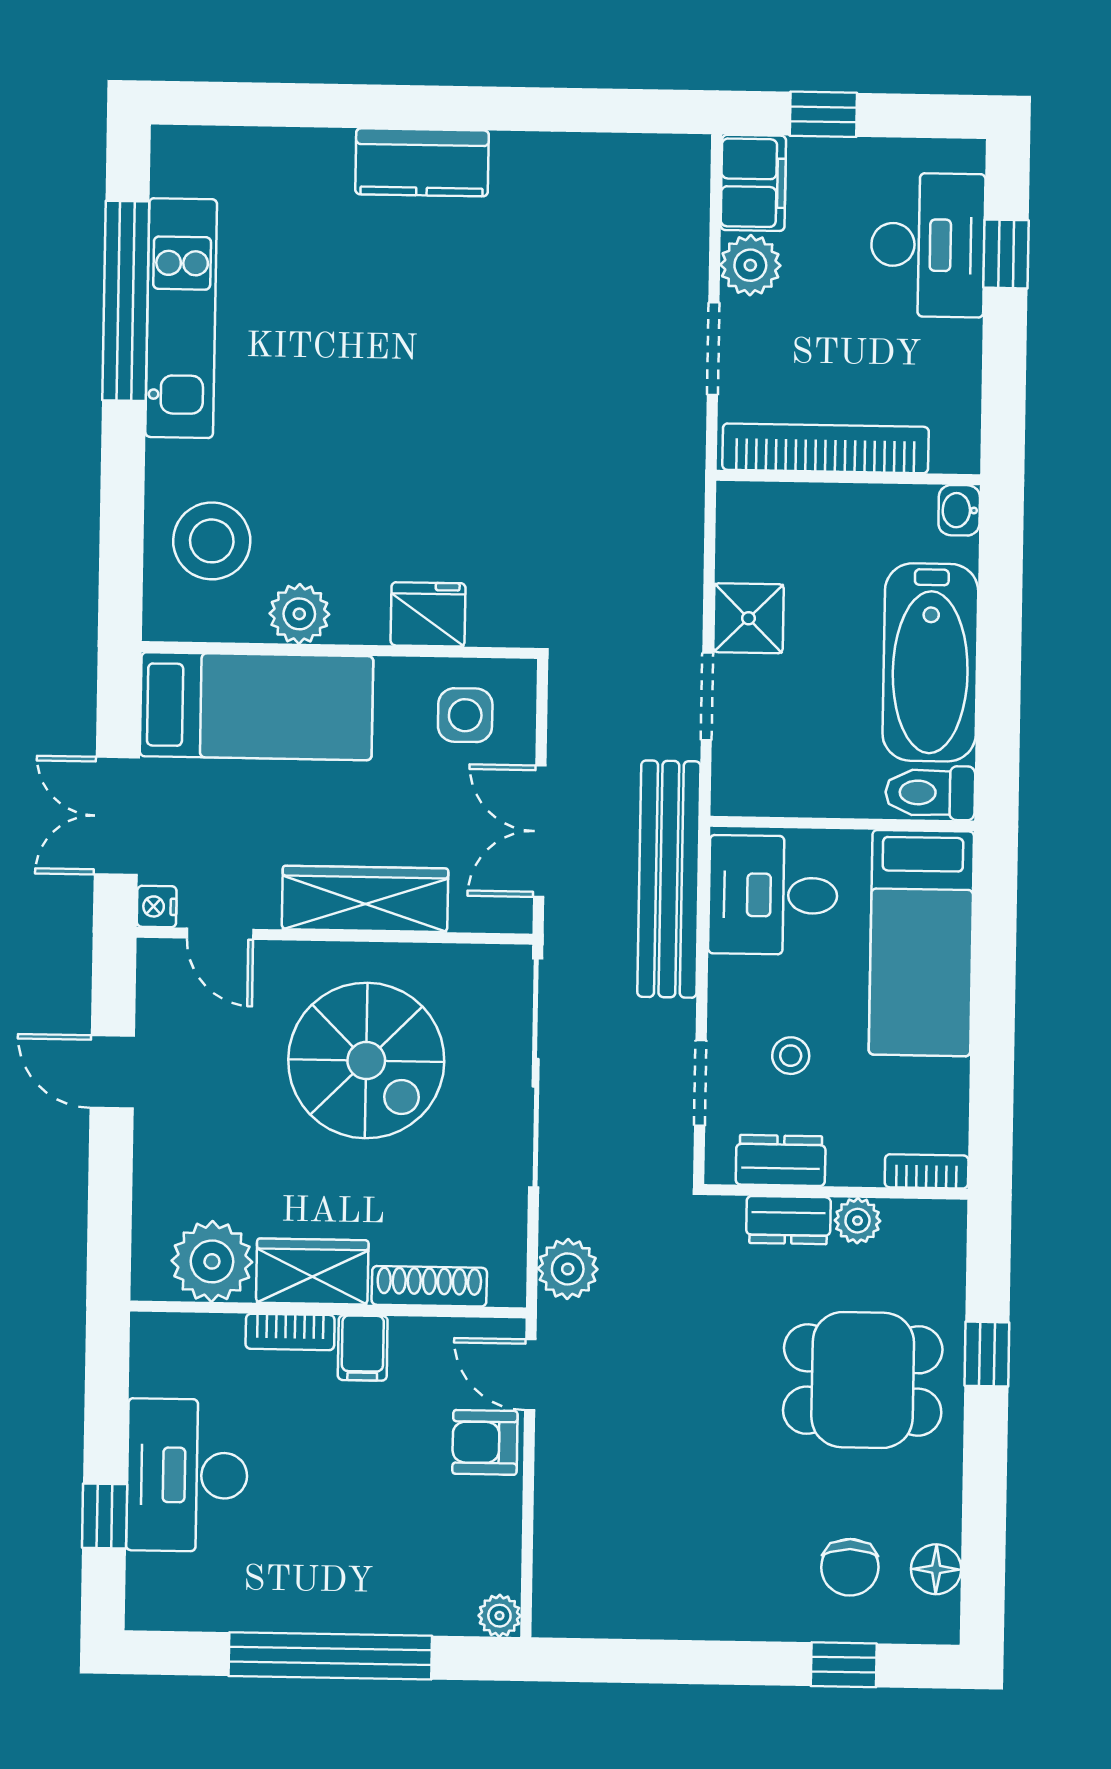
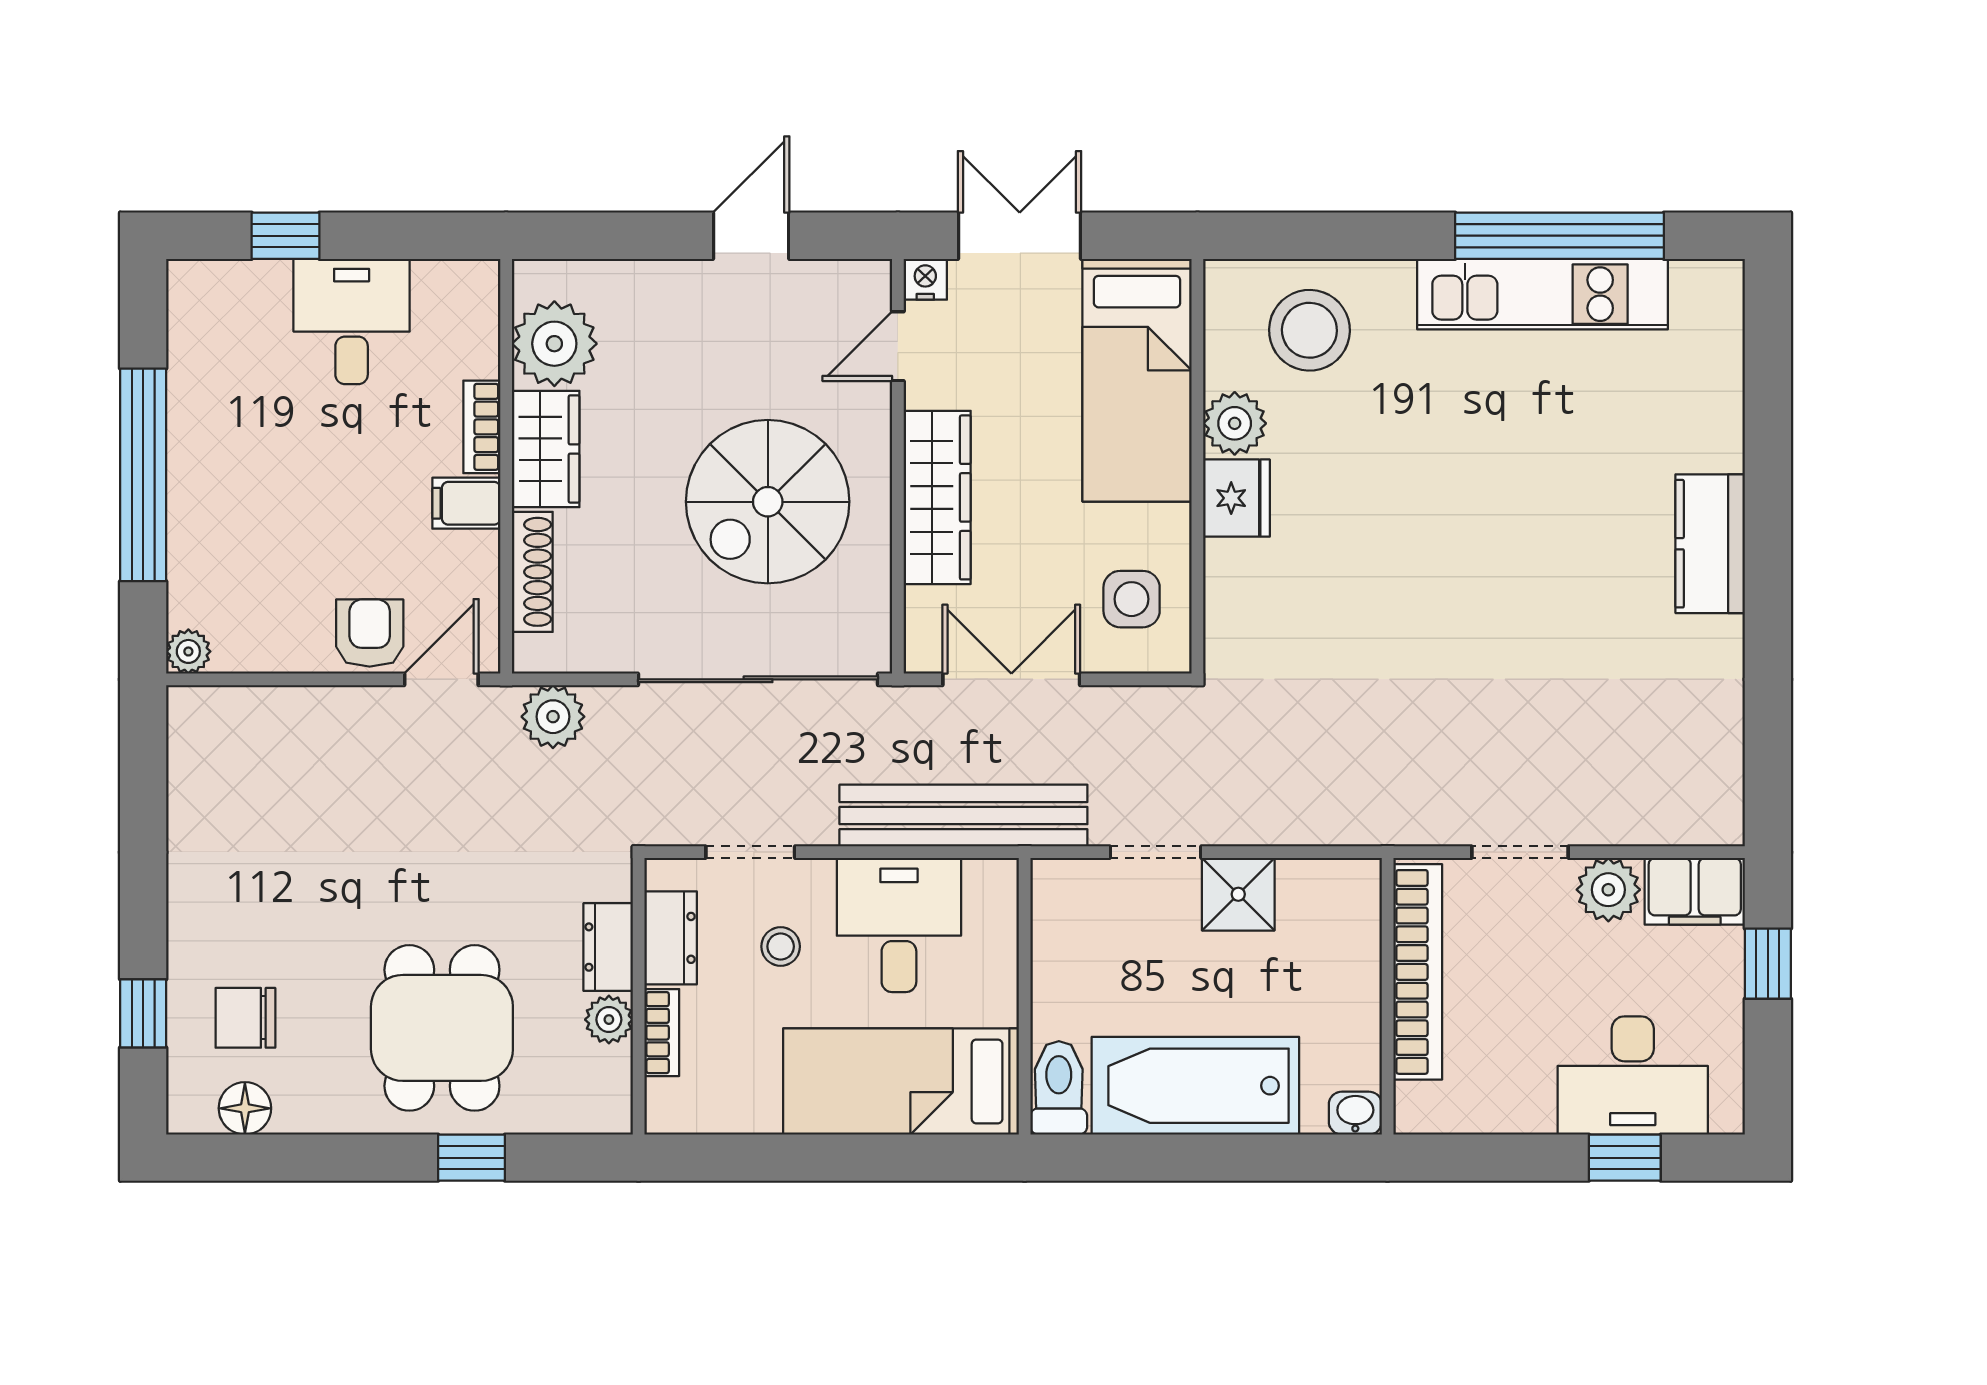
fridge: (428, 614) -> (1236, 498), moved
desk: (773, 895) -> (899, 925), moved
bookcase: (927, 1171) -> (662, 1033), moved
desk: (187, 1475) -> (352, 321), width x0.73

